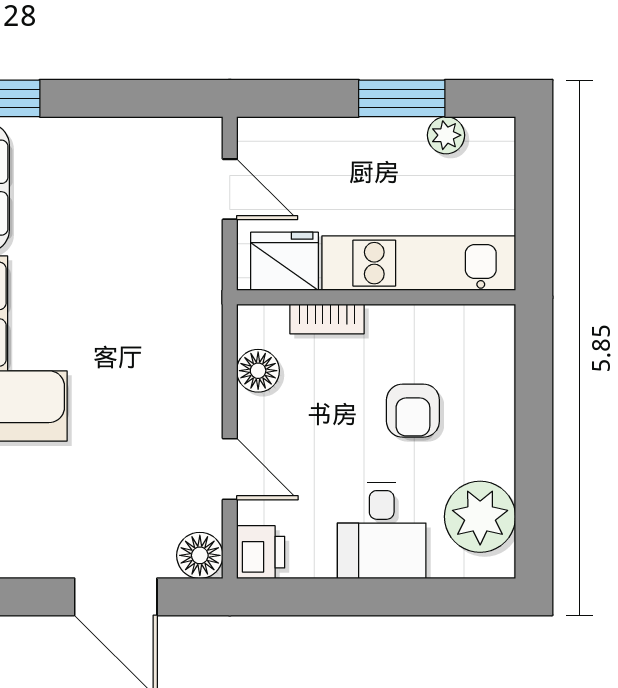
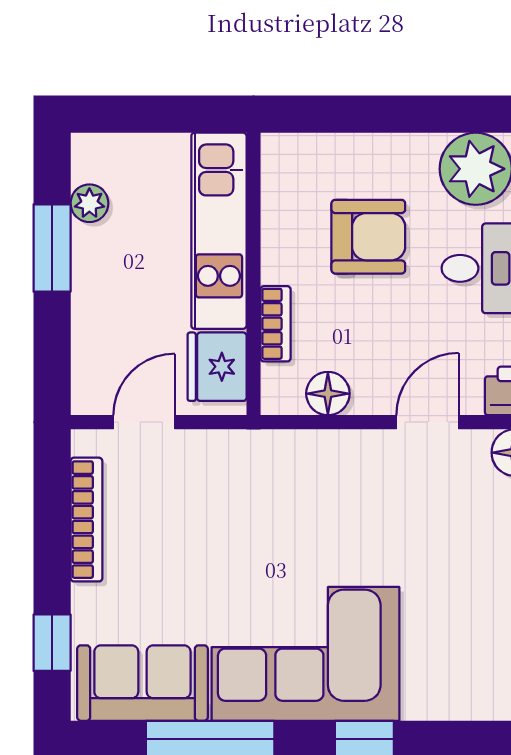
bookcase: (134, 132) -> (86, 520), added
armchair: (413, 411) -> (368, 237), width x1.38, depth x1.38

